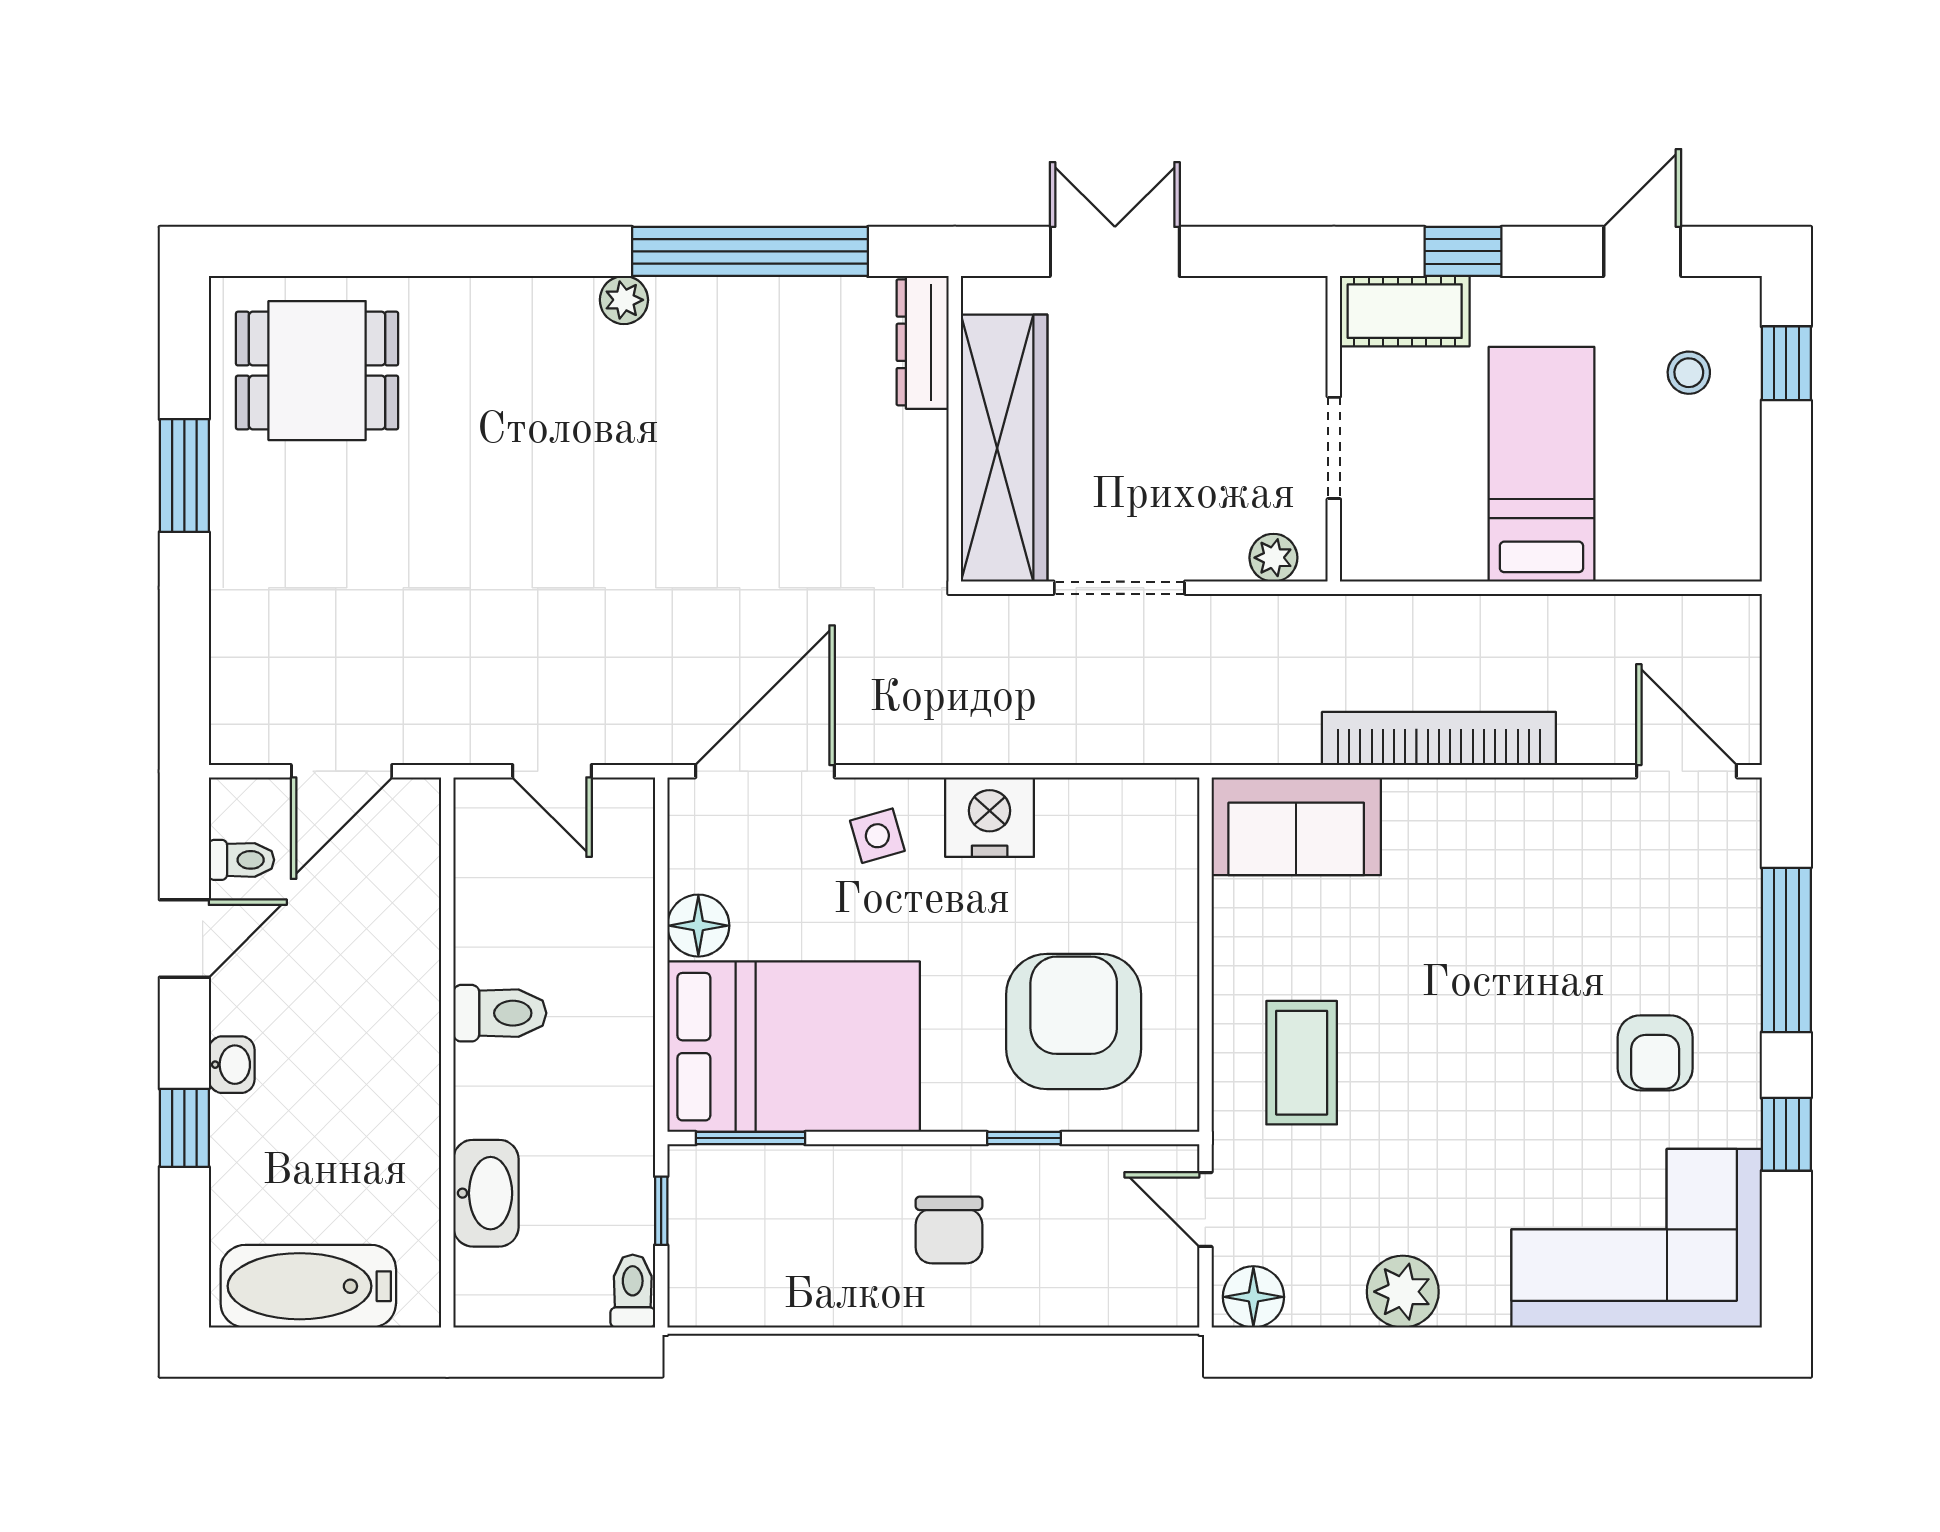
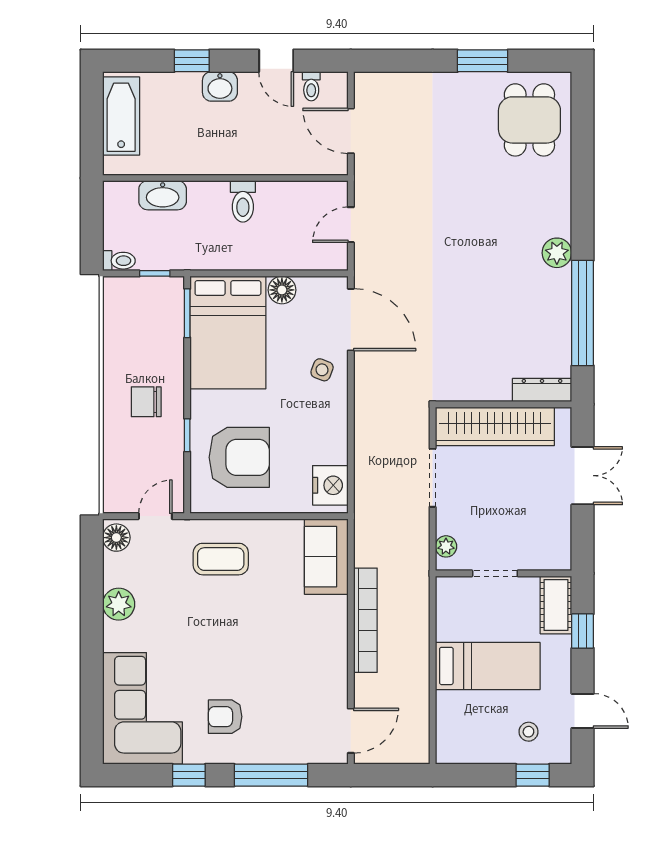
plant: (624, 300) -> (557, 253), width x1.38, depth x1.38
nightstand: (990, 817) -> (330, 485), moved
side table: (877, 836) -> (322, 370), turned 37
washbasin: (232, 1065) -> (220, 86), width x1.38, depth x1.45

